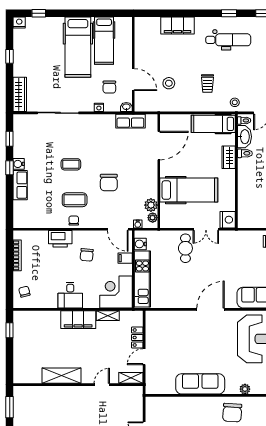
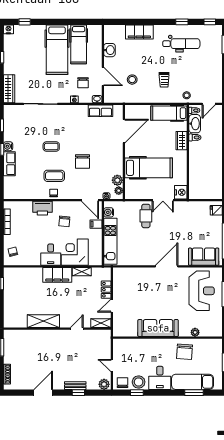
washbasin: (141, 48) -> (109, 50), added
corner desk: (116, 292) -> (75, 252), moved

